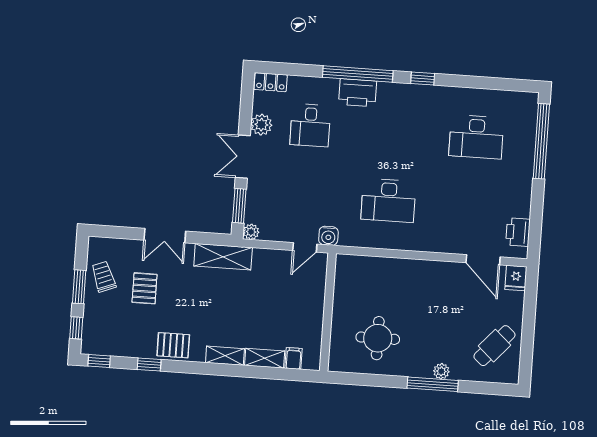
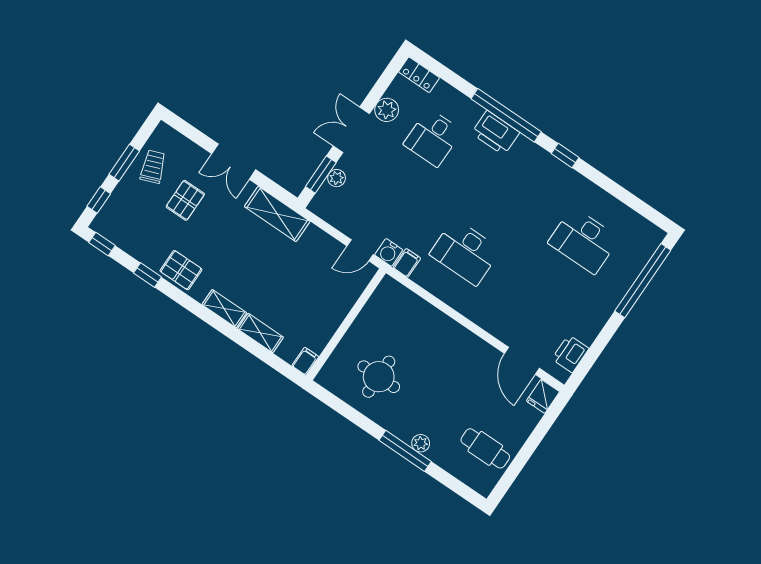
plant: (251, 232) -> (337, 178), moved
filing cabinet: (348, 236) -> (407, 263), added
cafe table: (494, 346) -> (485, 448), turned 48
filing cabinet: (294, 358) -> (305, 361), moved

